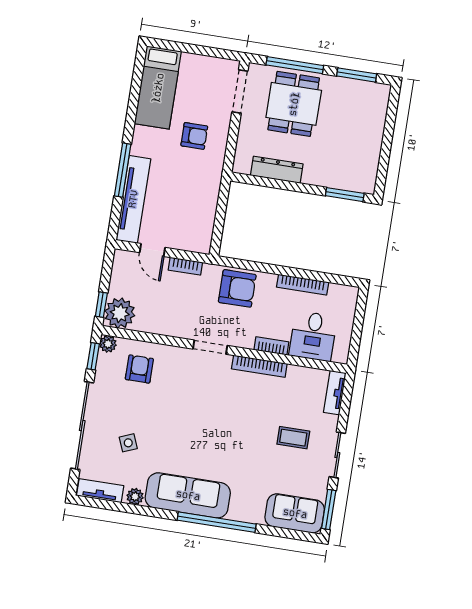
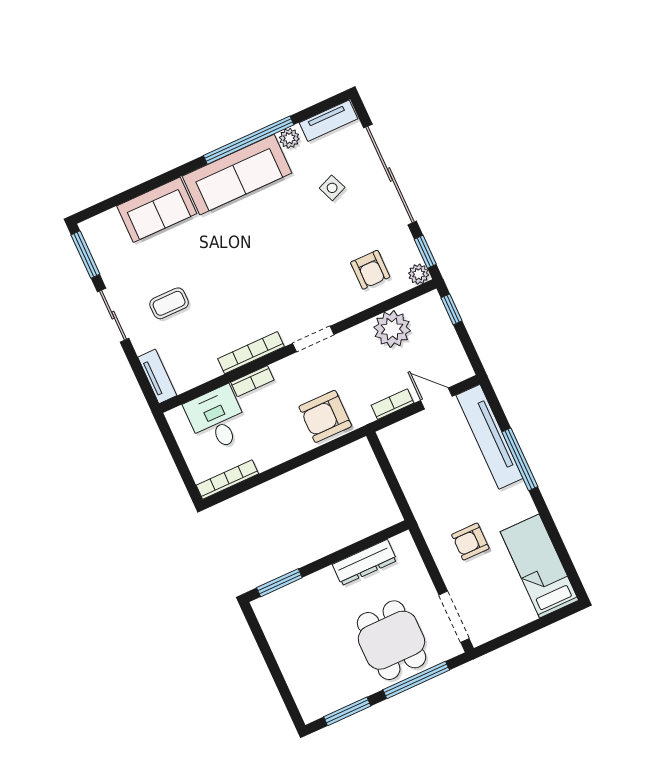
bookcase: (303, 285) -> (227, 480), moved
plant: (120, 313) -> (392, 329), moved
sofa: (295, 513) -> (157, 210), moved
window: (217, 522) -> (249, 140), moved

